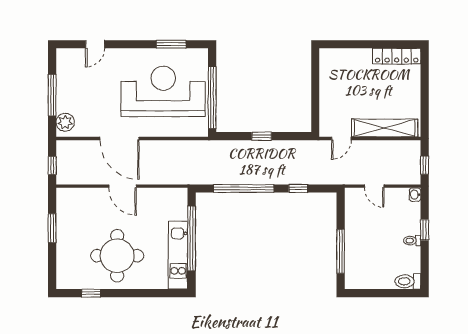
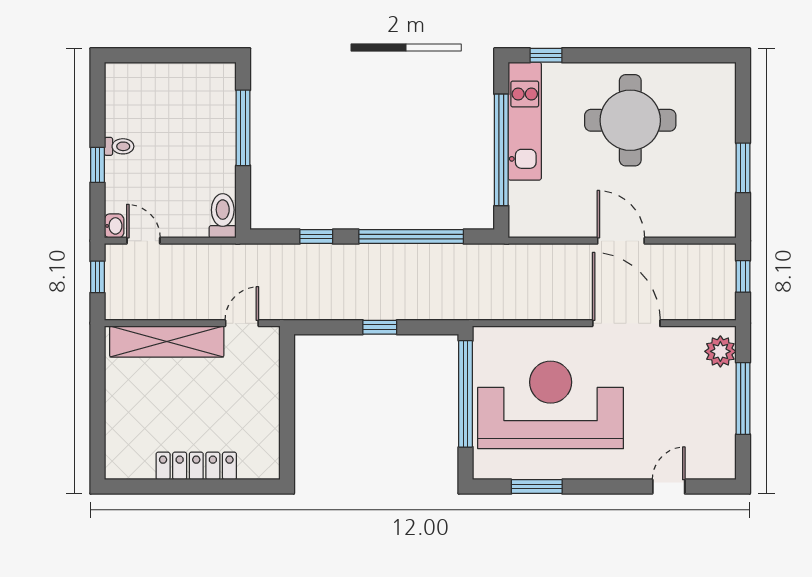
locker: (397, 56) -> (196, 466), moved
reception desk: (163, 91) -> (551, 405), turned 180
door: (374, 186) -> (143, 241), moved
toilet: (408, 281) -> (223, 216), moved, turned -90
window: (91, 293) -> (546, 55), moved

